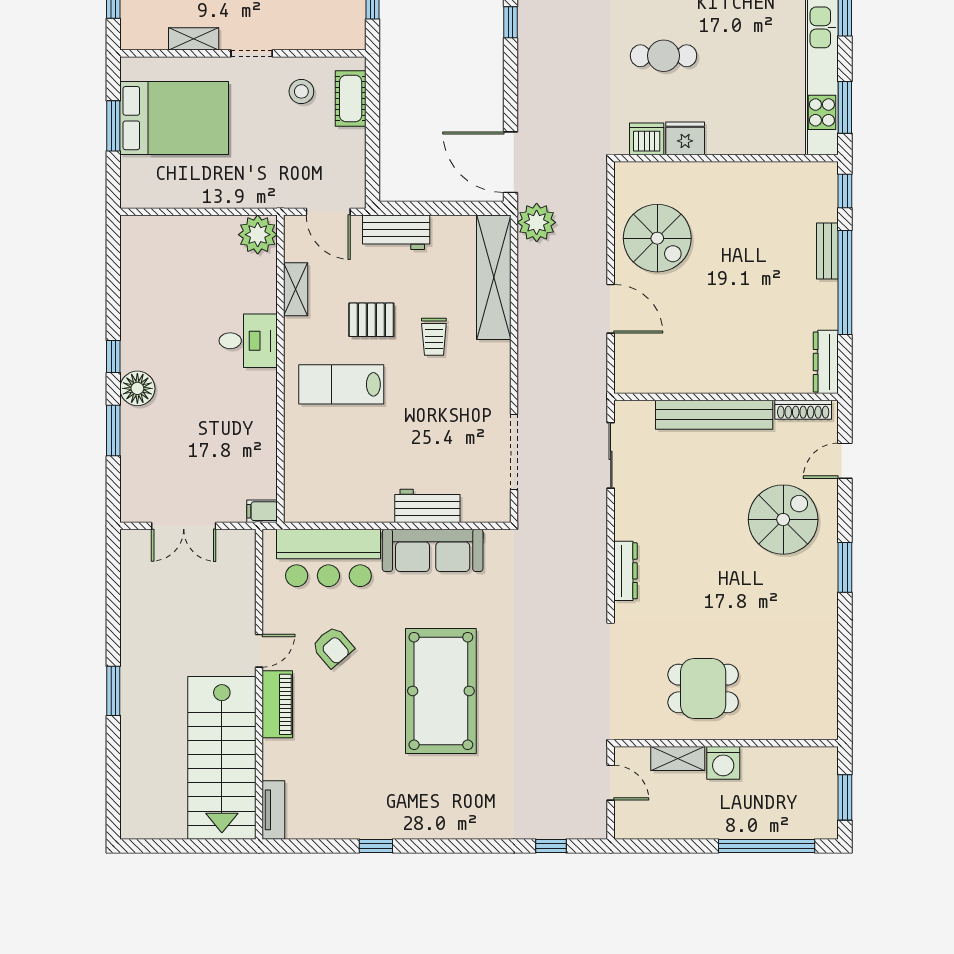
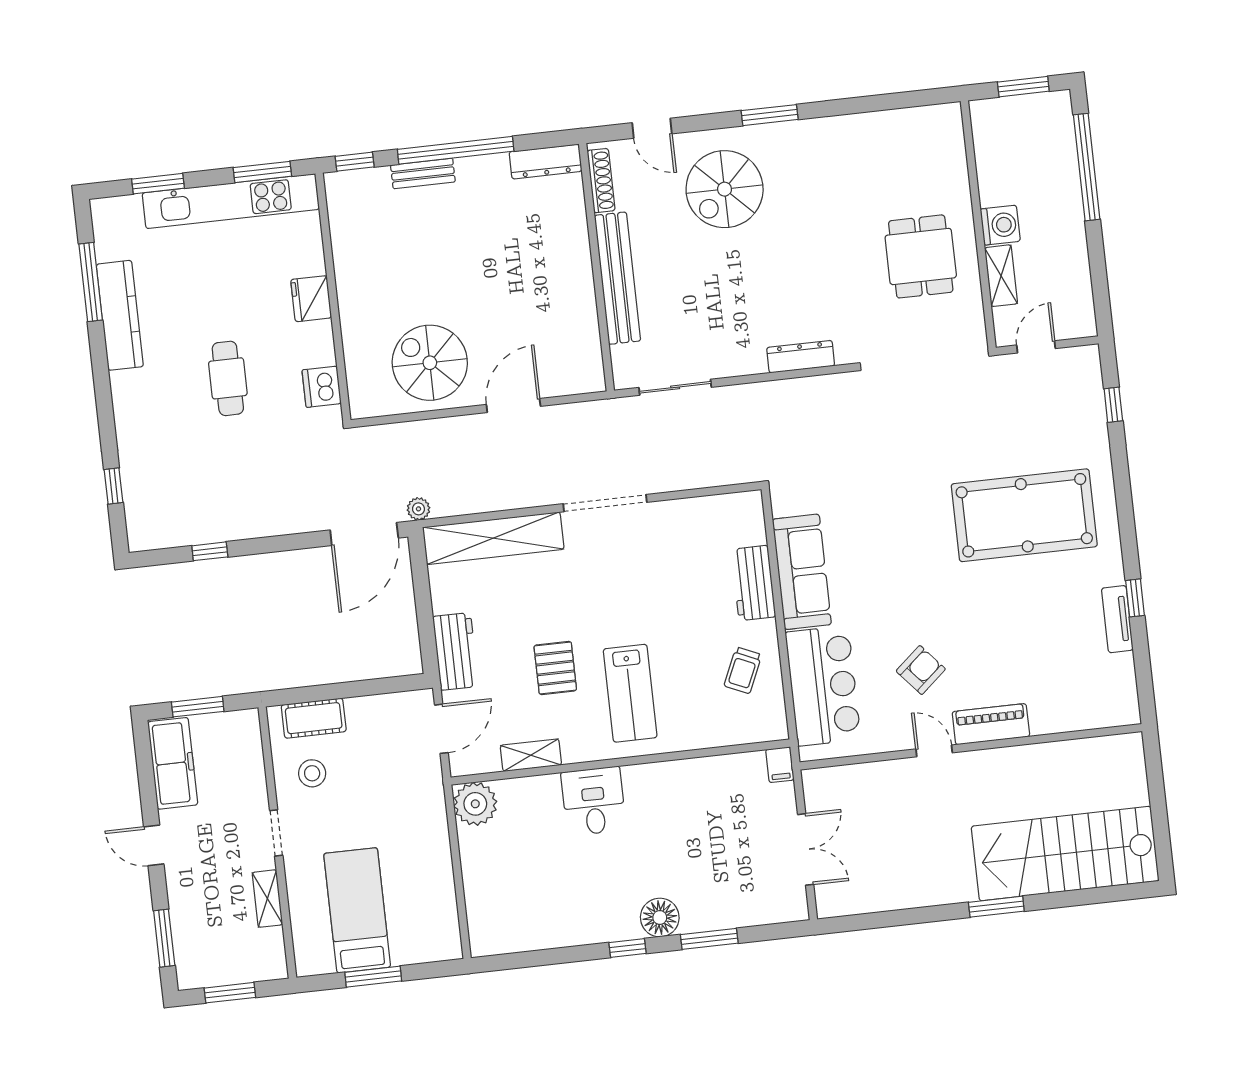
bed: (174, 118) -> (357, 910), width x0.67
fridge: (685, 138) -> (311, 299), moved
plant: (537, 222) -> (418, 509), width x0.53, depth x0.53
spiral stairs: (657, 238) -> (430, 363), turned -90
trolley: (434, 337) -> (743, 670), moved, turned 114
doorway: (514, 452) -> (605, 503), moved
spiral stairs: (783, 520) -> (725, 189), turned -90
pool table: (441, 691) -> (1024, 515), moved
stairs: (222, 758) -> (1065, 854), moved, turned 180
tv unit: (273, 810) -> (1117, 619), moved, turned -90

